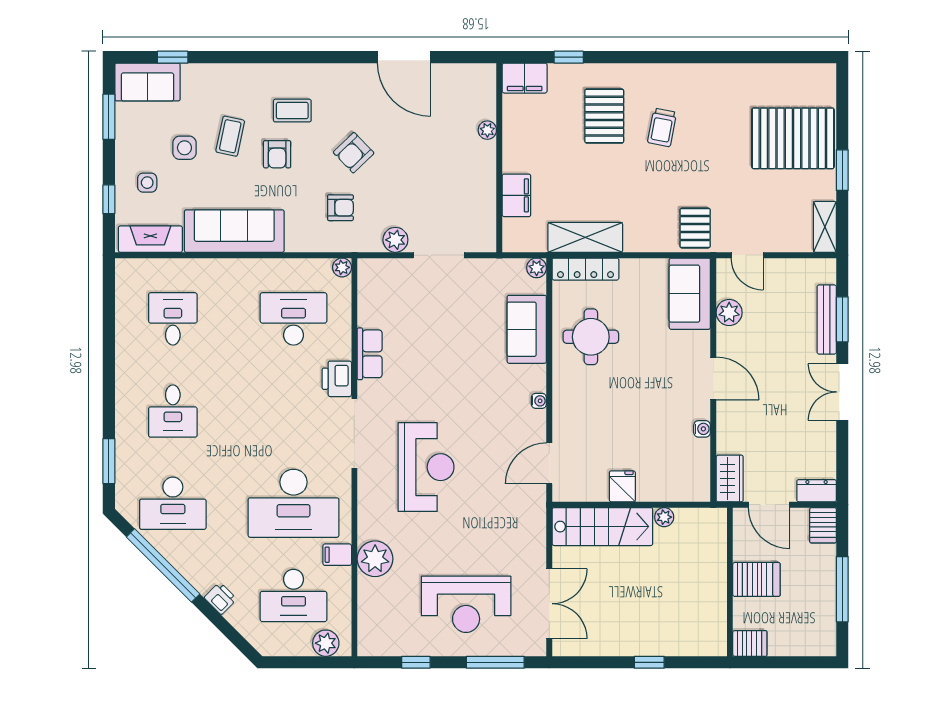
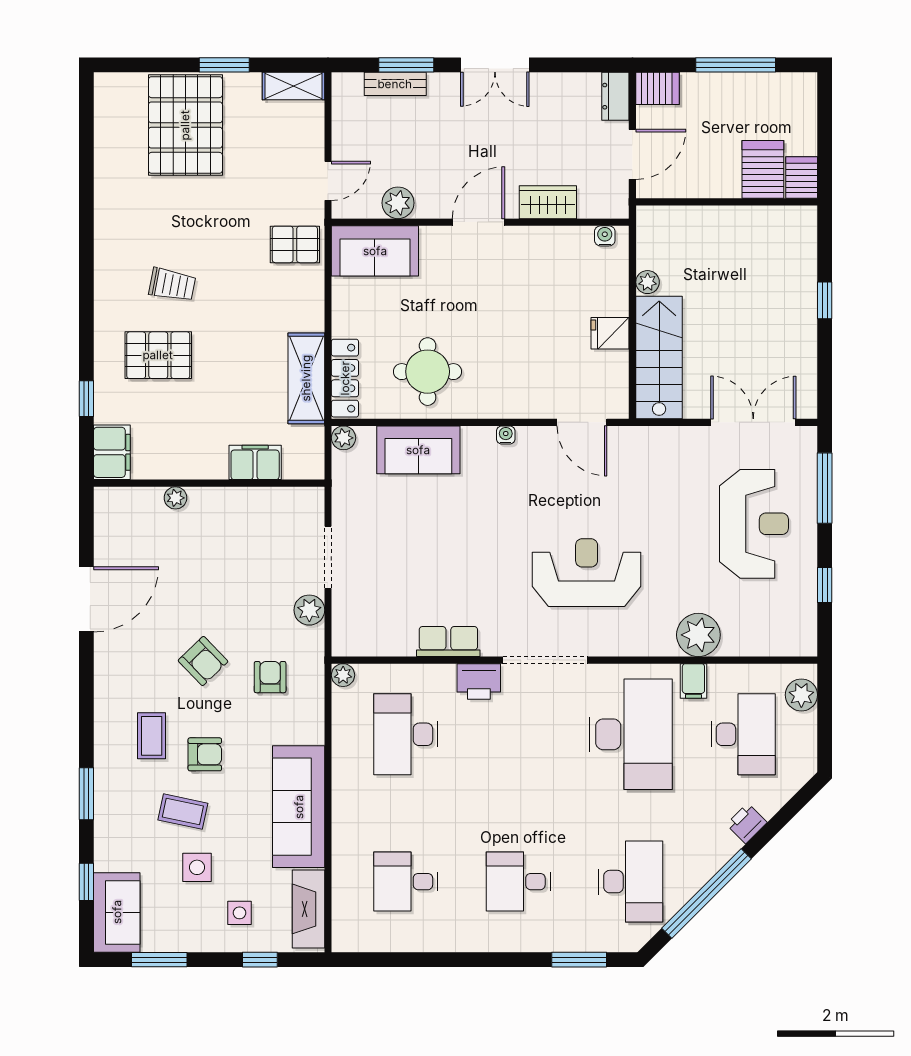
window: (245, 57) -> (86, 794), added
bench: (827, 320) -> (395, 84), width x0.73
desk: (173, 411) -> (518, 882), turned 180
water cooler: (702, 429) -> (605, 236), moved
wardrobe: (730, 478) -> (548, 202), moved
server rack: (756, 579) -> (763, 169), moved

